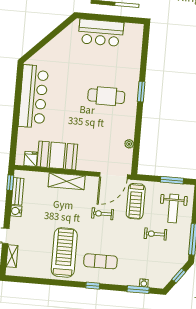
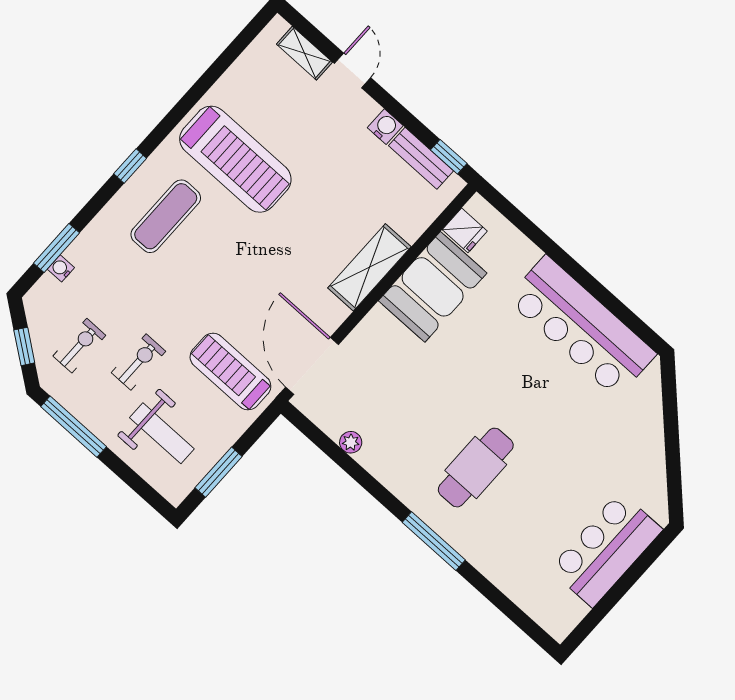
window: (141, 92) -> (434, 541), width x1.44
weight bench: (173, 208) -> (162, 433), turned 180
exercise bike: (103, 214) -> (79, 346), moved

